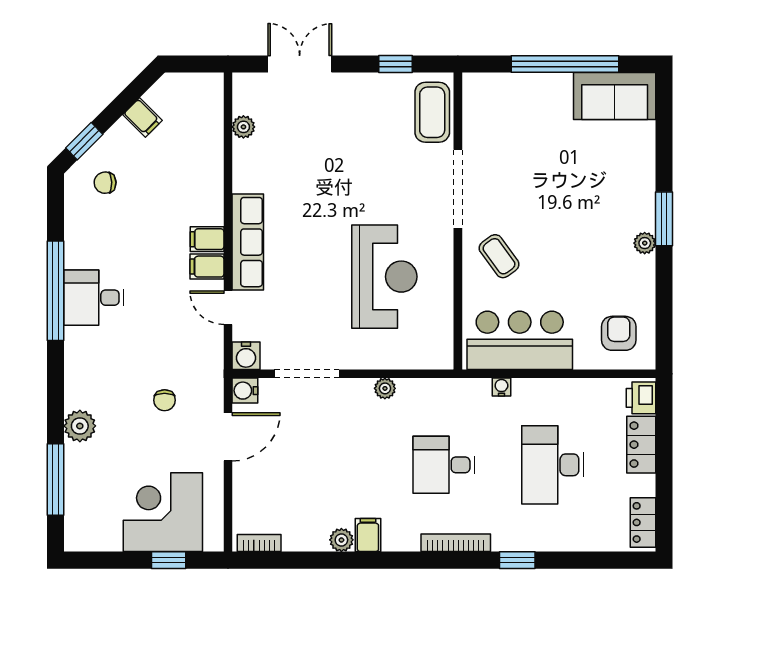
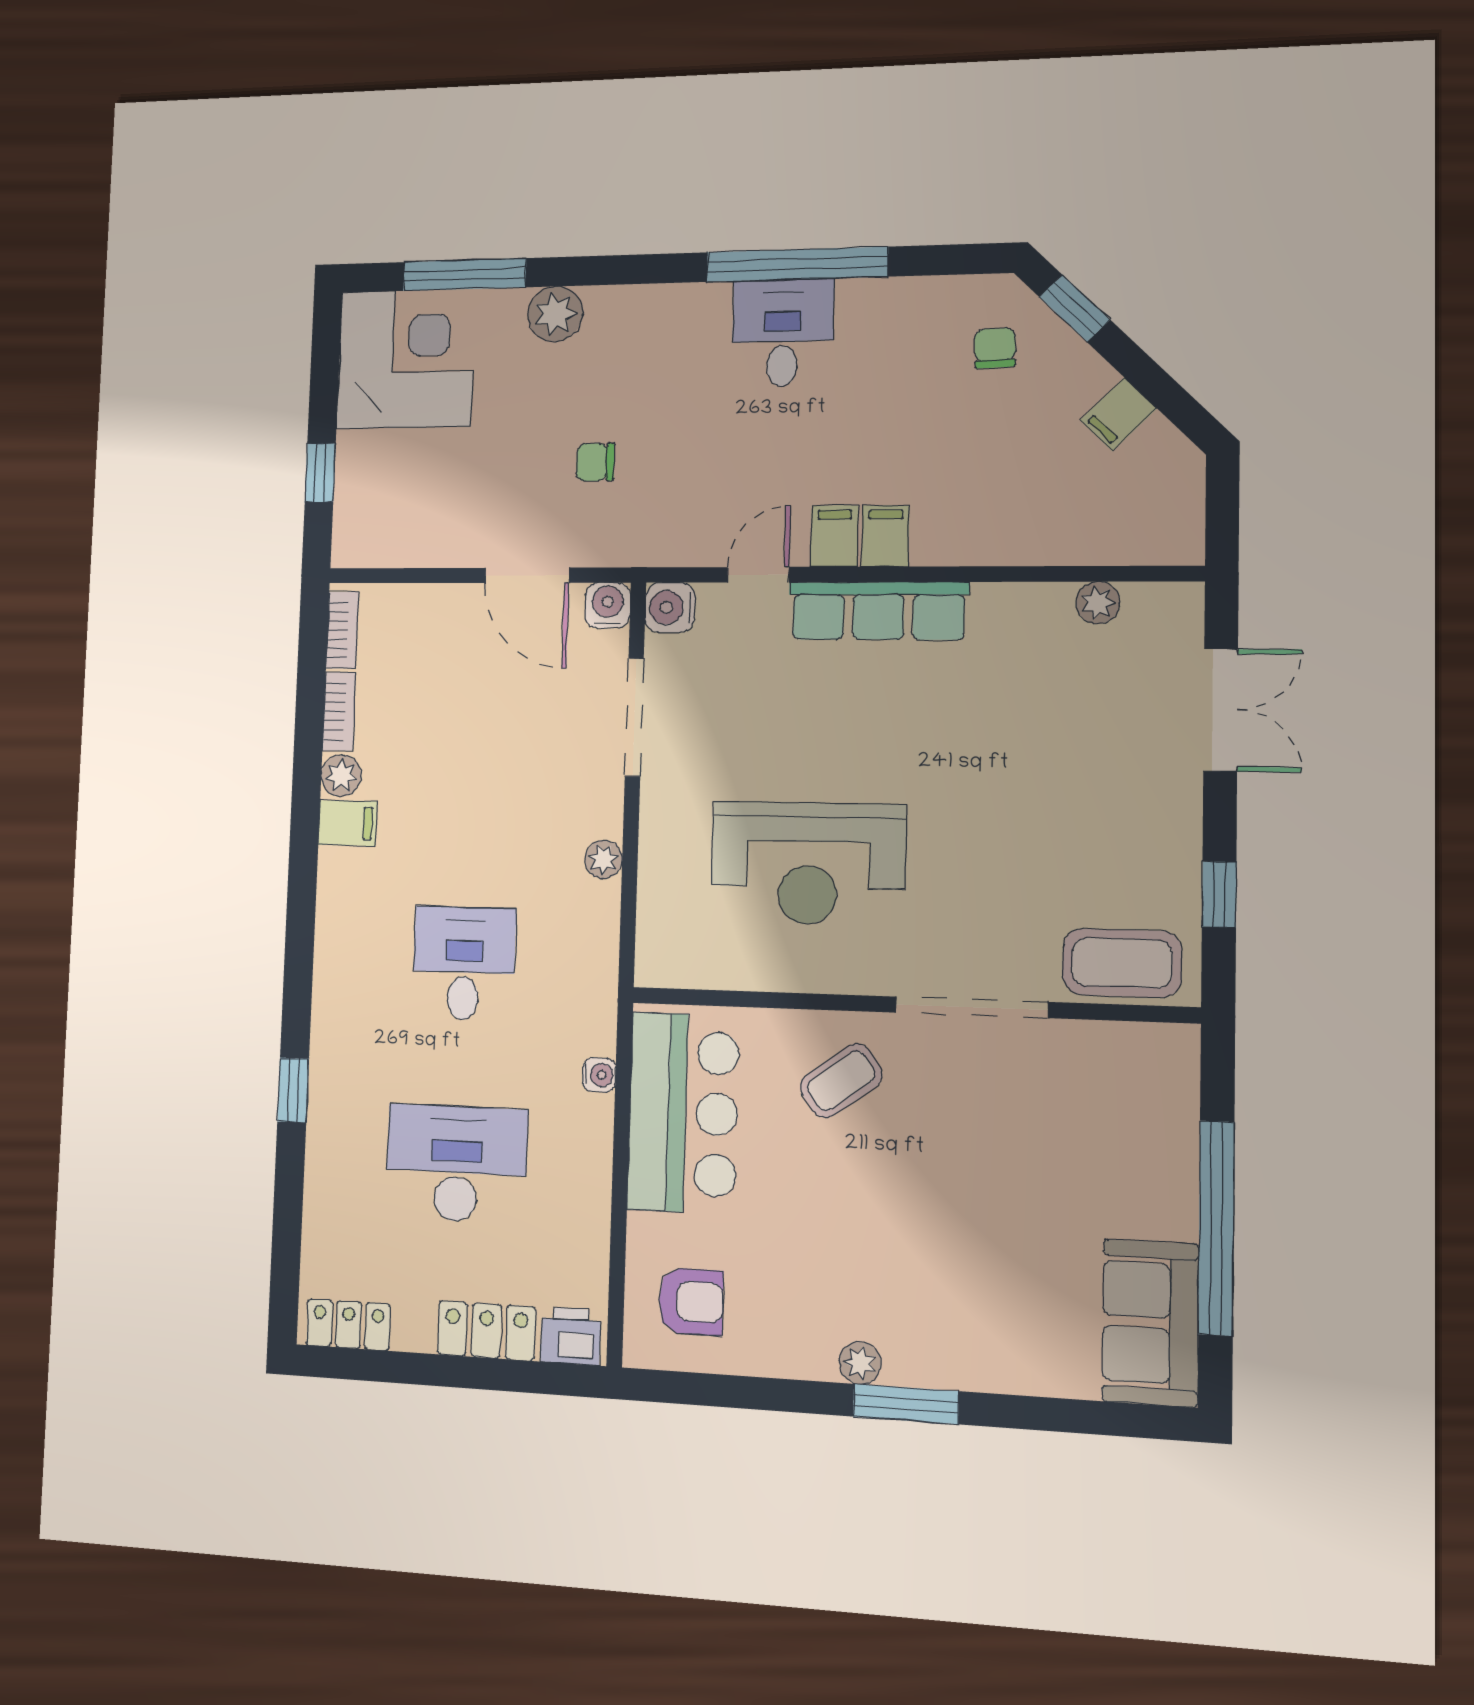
corner desk: (163, 512) -> (406, 359), moved
bookcase: (456, 543) -> (339, 711), moved, width x0.64

